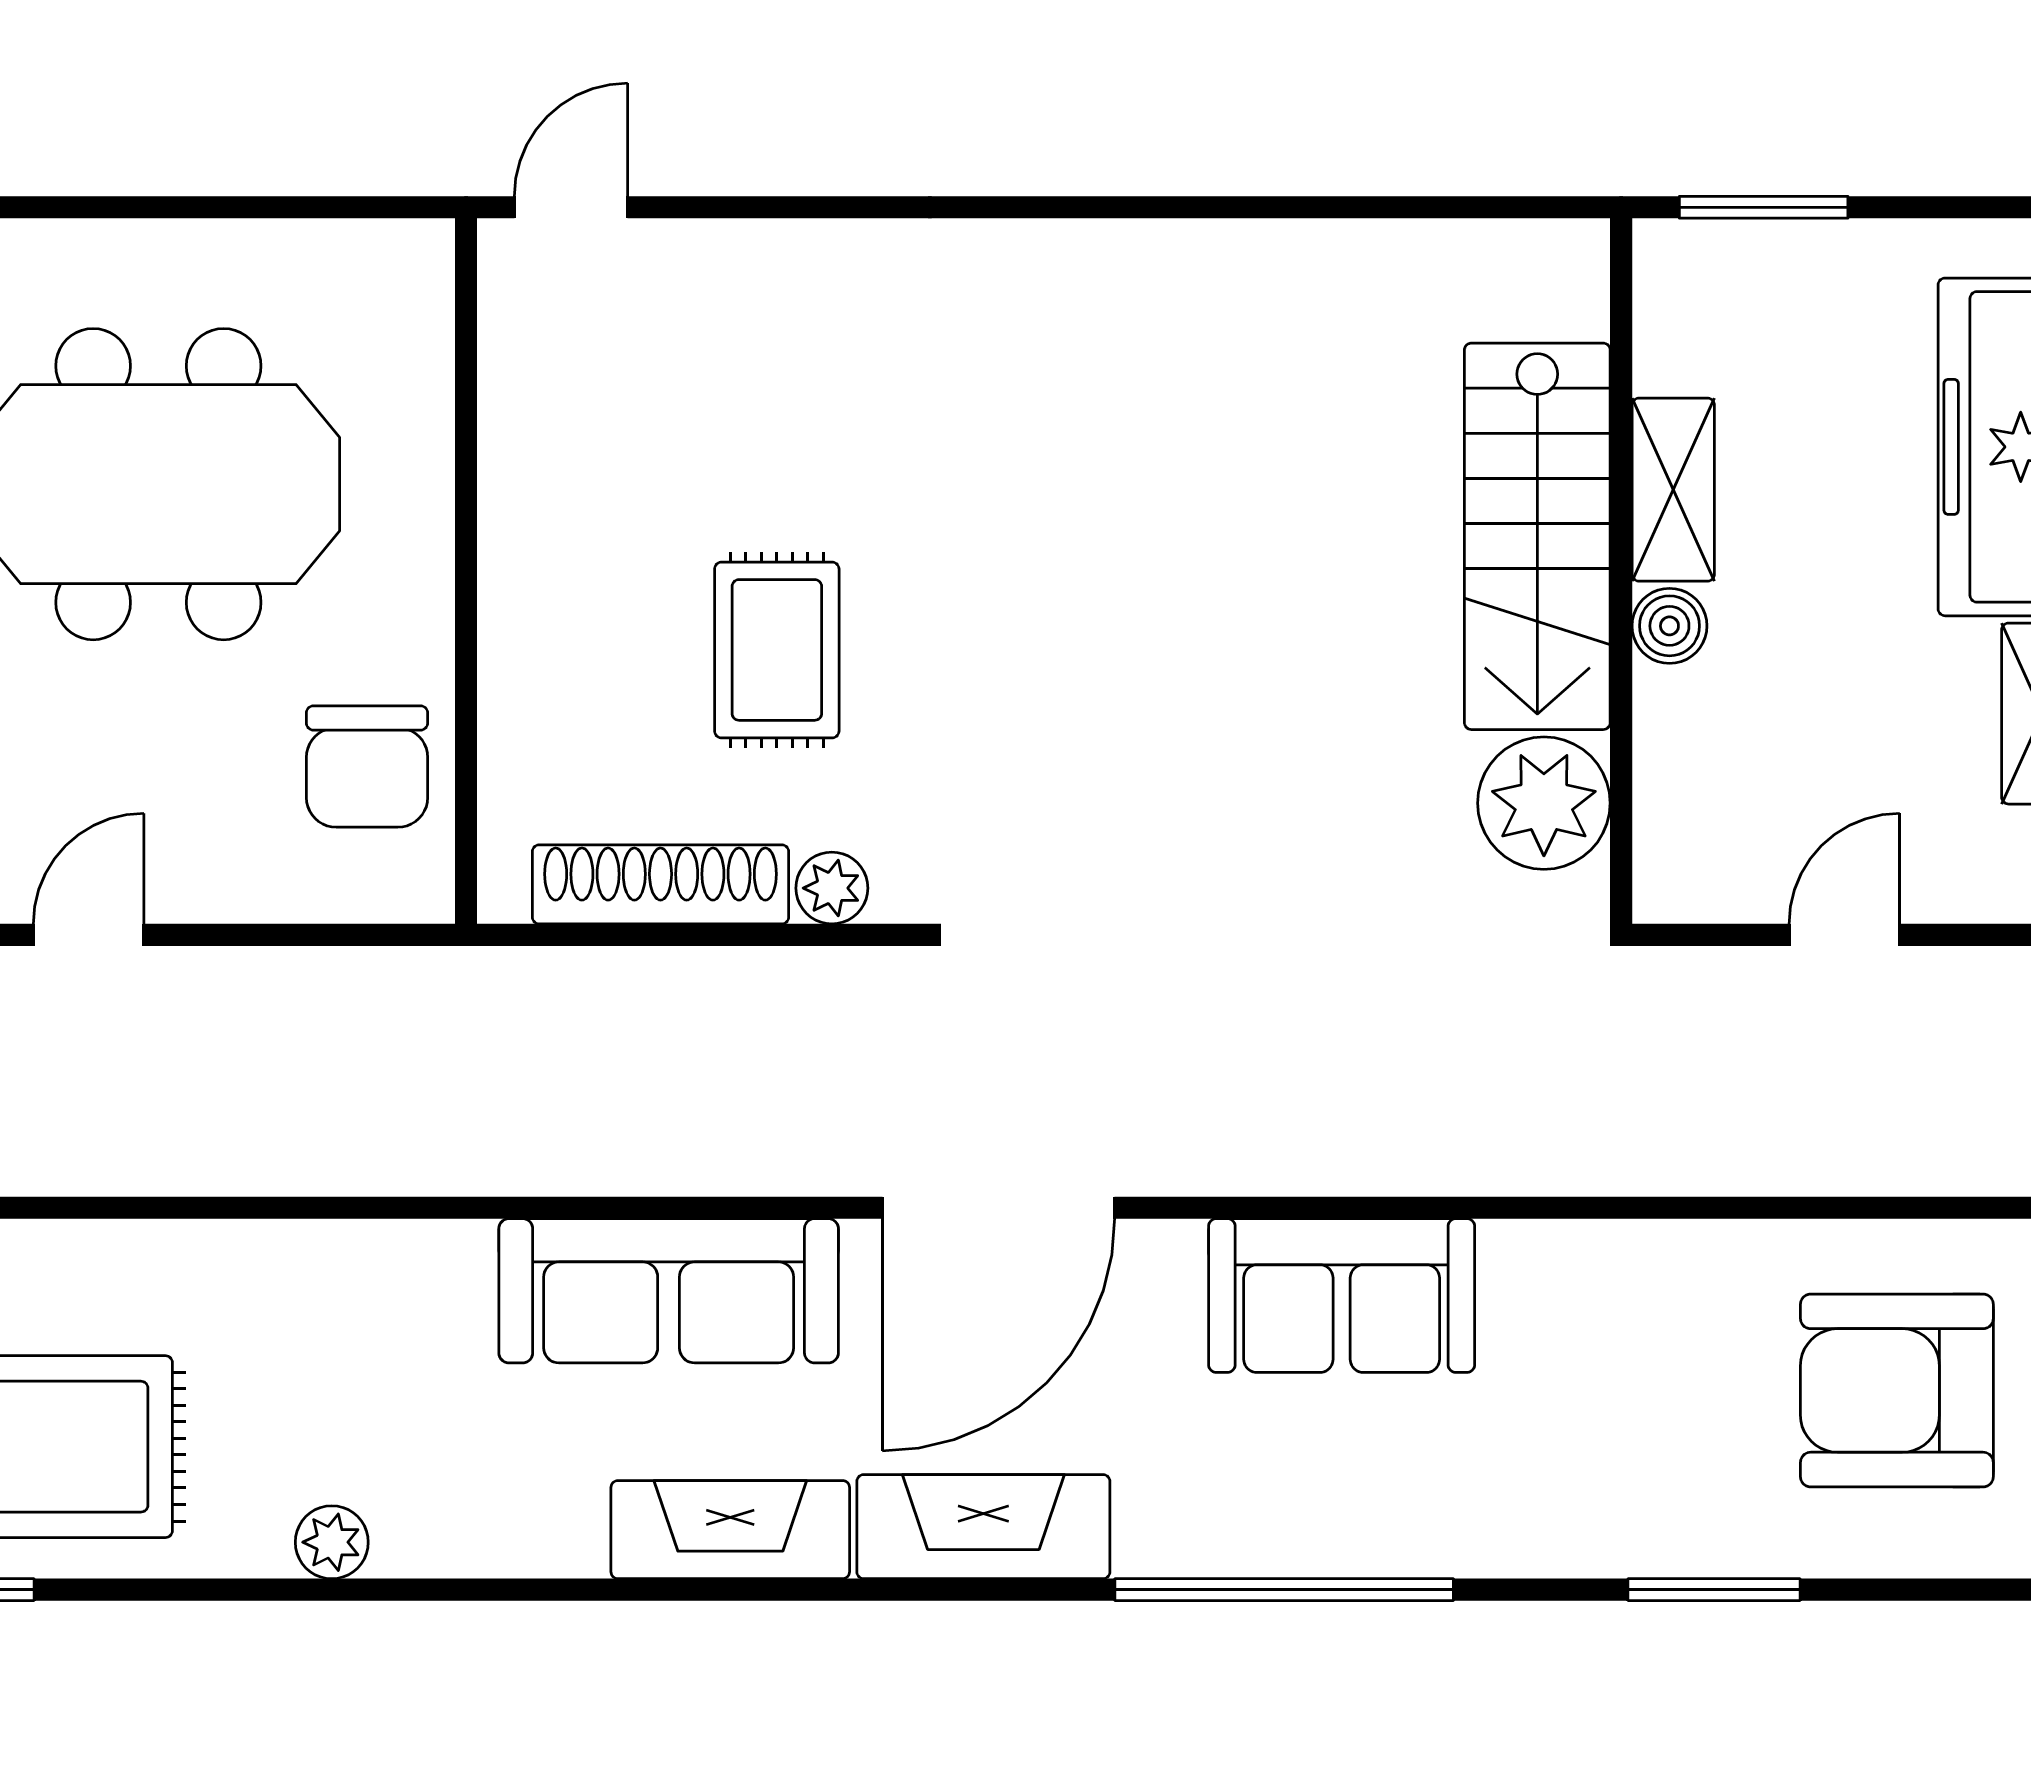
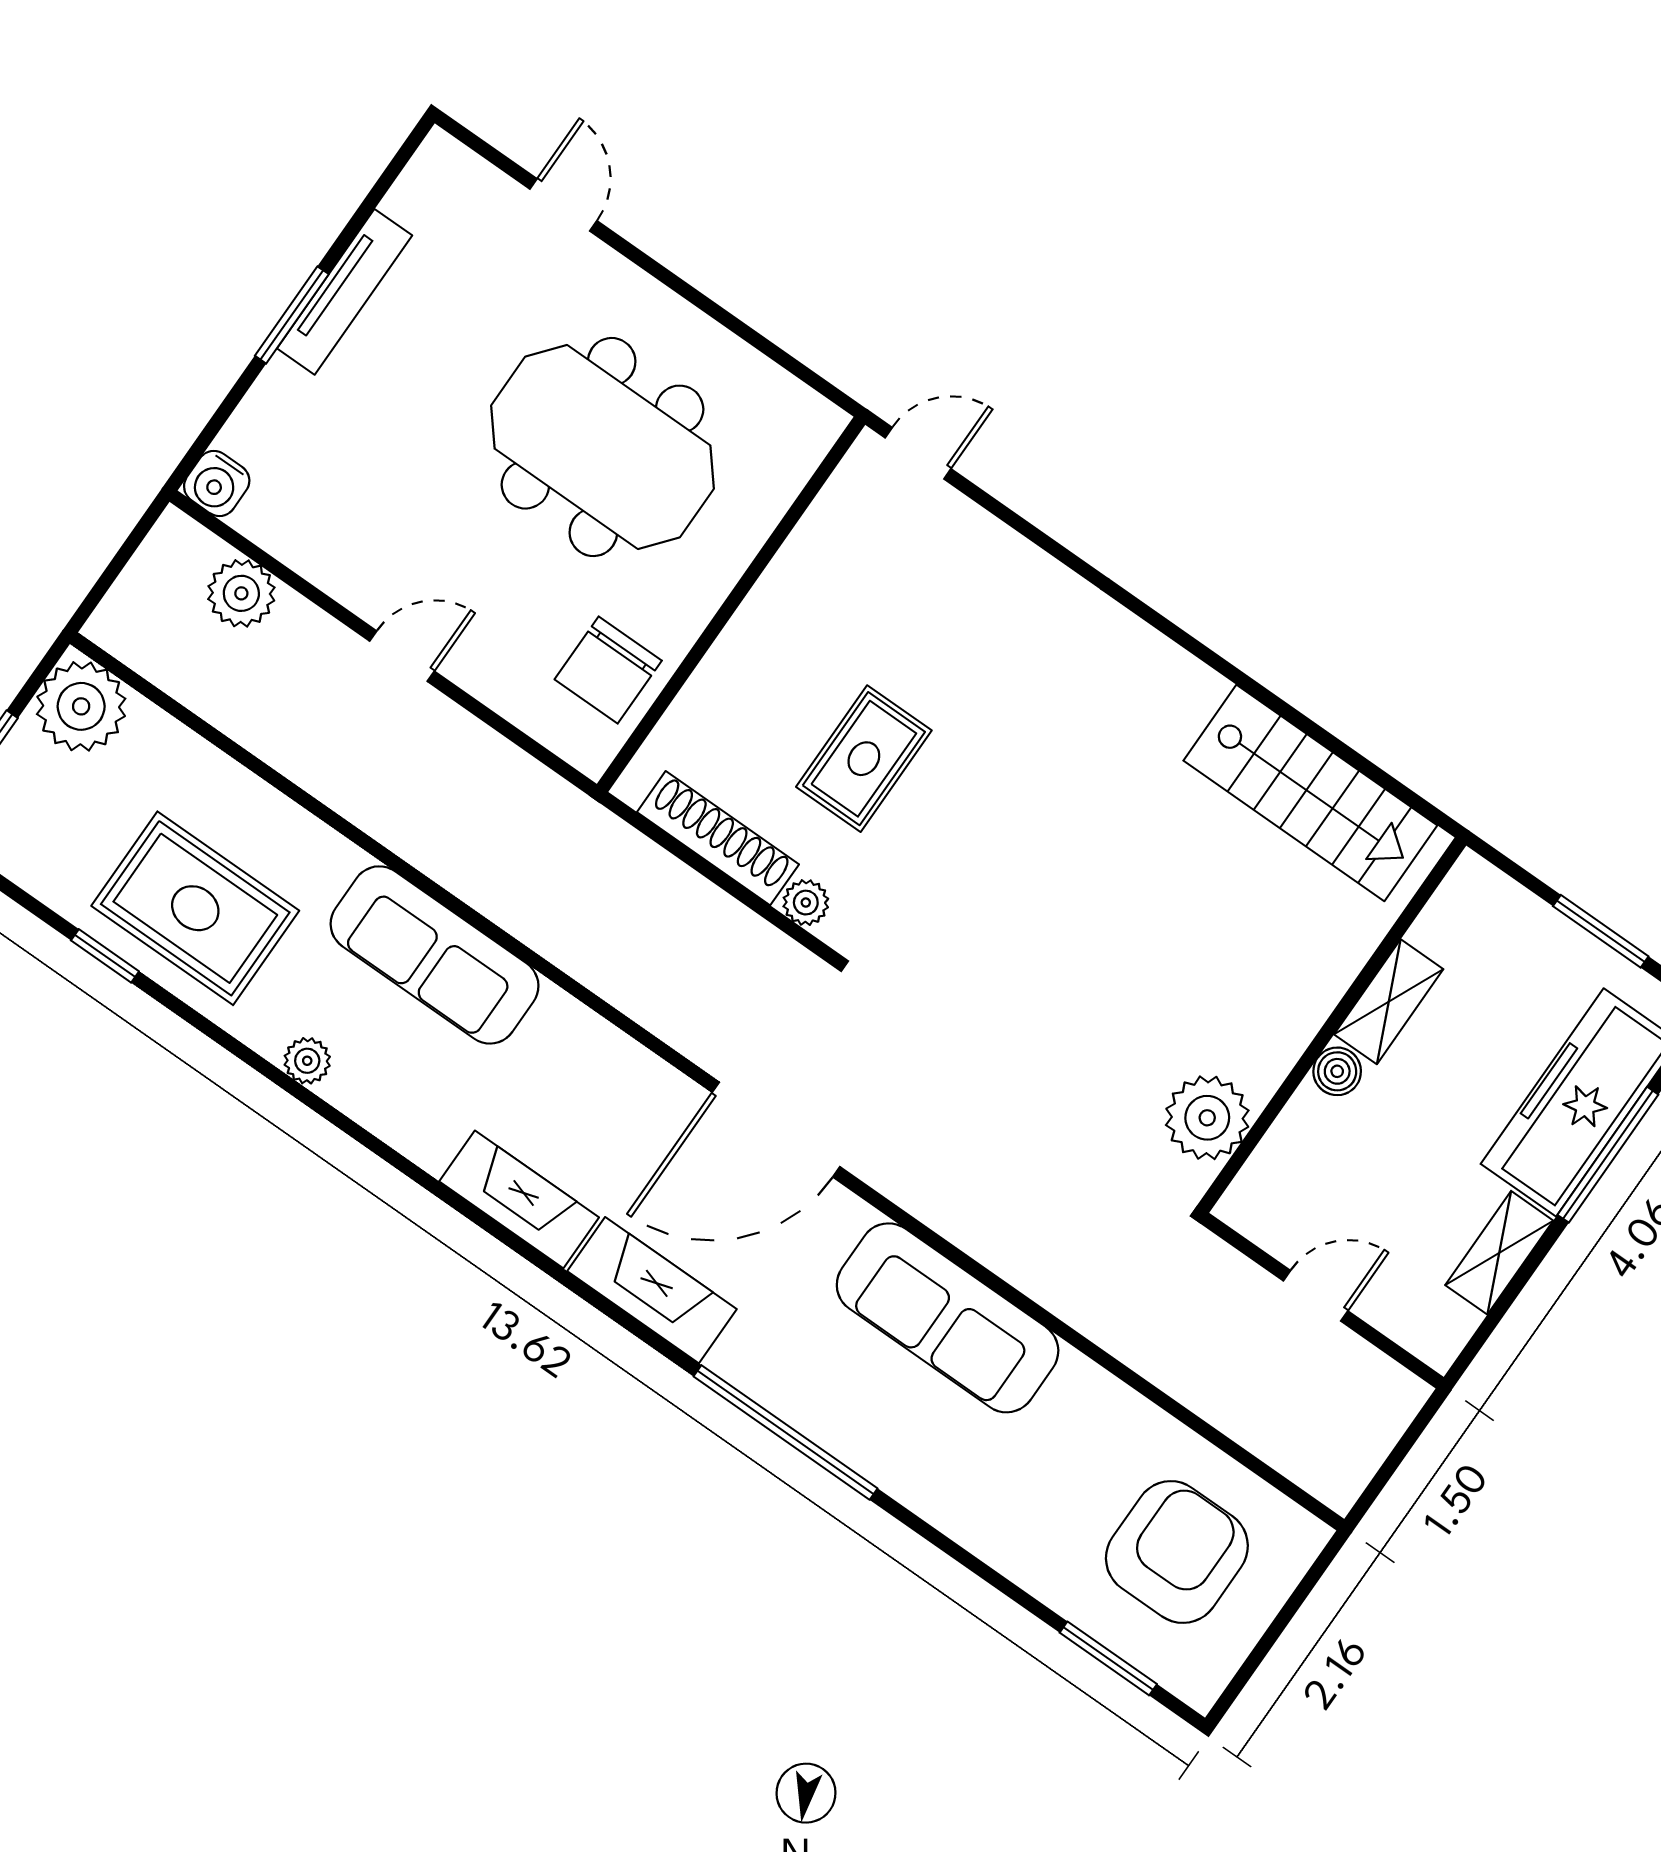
window: (1764, 207) -> (1601, 931), moved
stairs: (1537, 536) -> (1310, 793), moved, turned -90
sofa: (669, 1291) -> (435, 955), moved
sofa: (1342, 1296) -> (948, 1318), width x1.36
armchair: (1897, 1390) -> (1177, 1552), turned 90
window: (1714, 1590) -> (1108, 1658), moved

